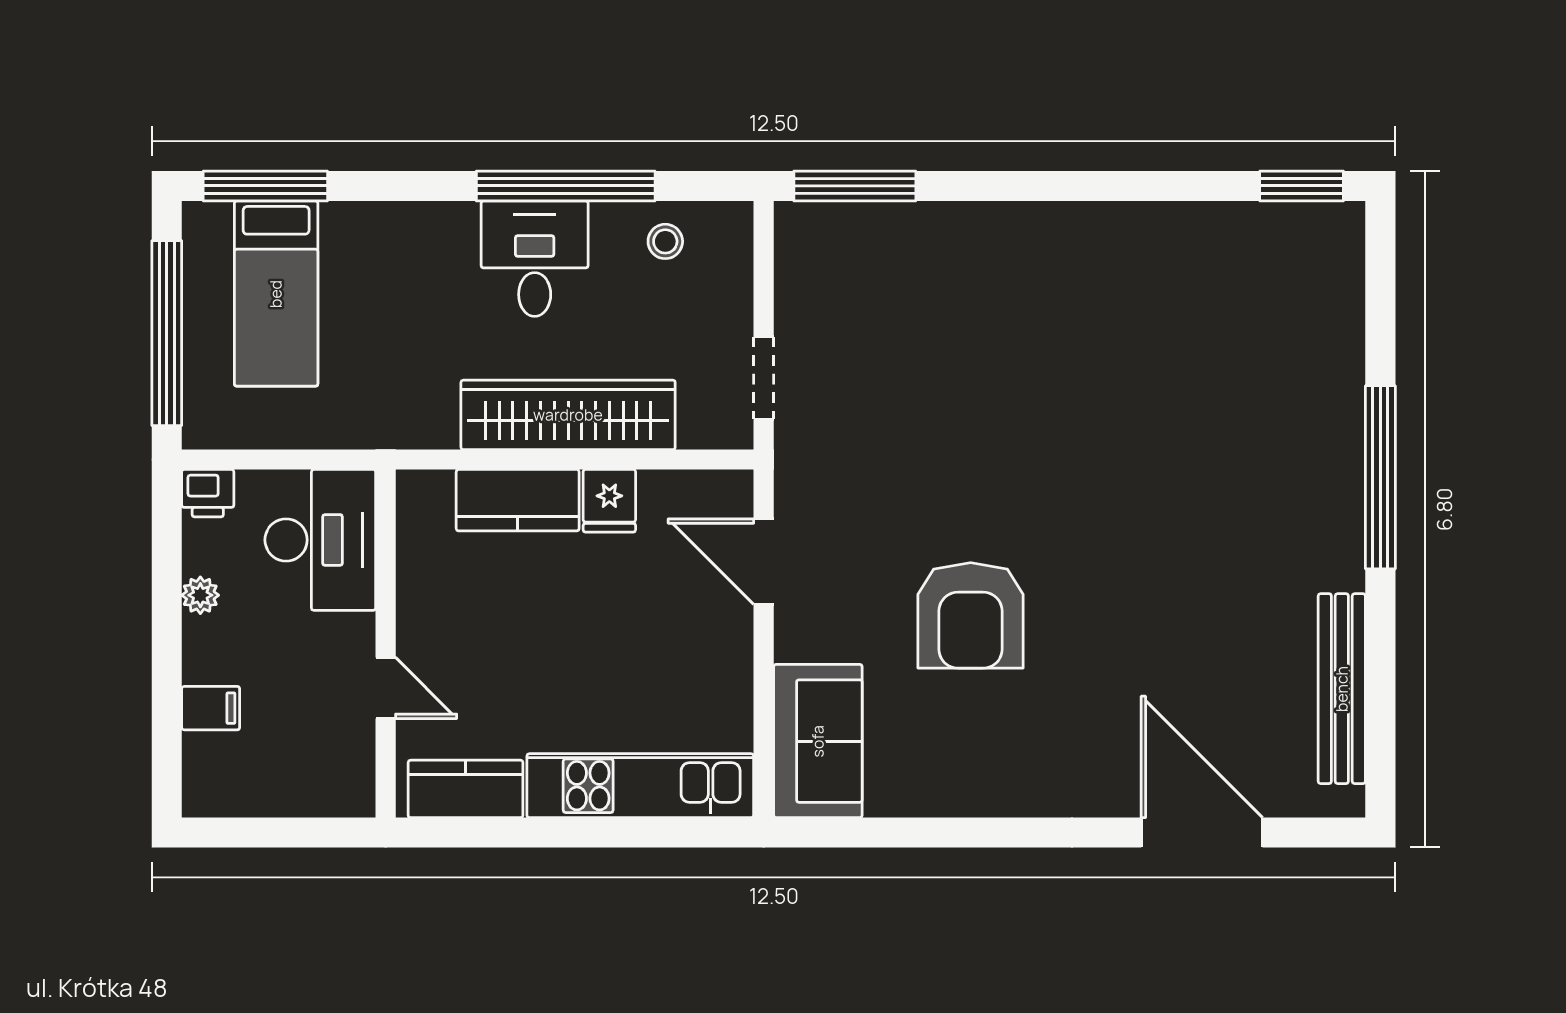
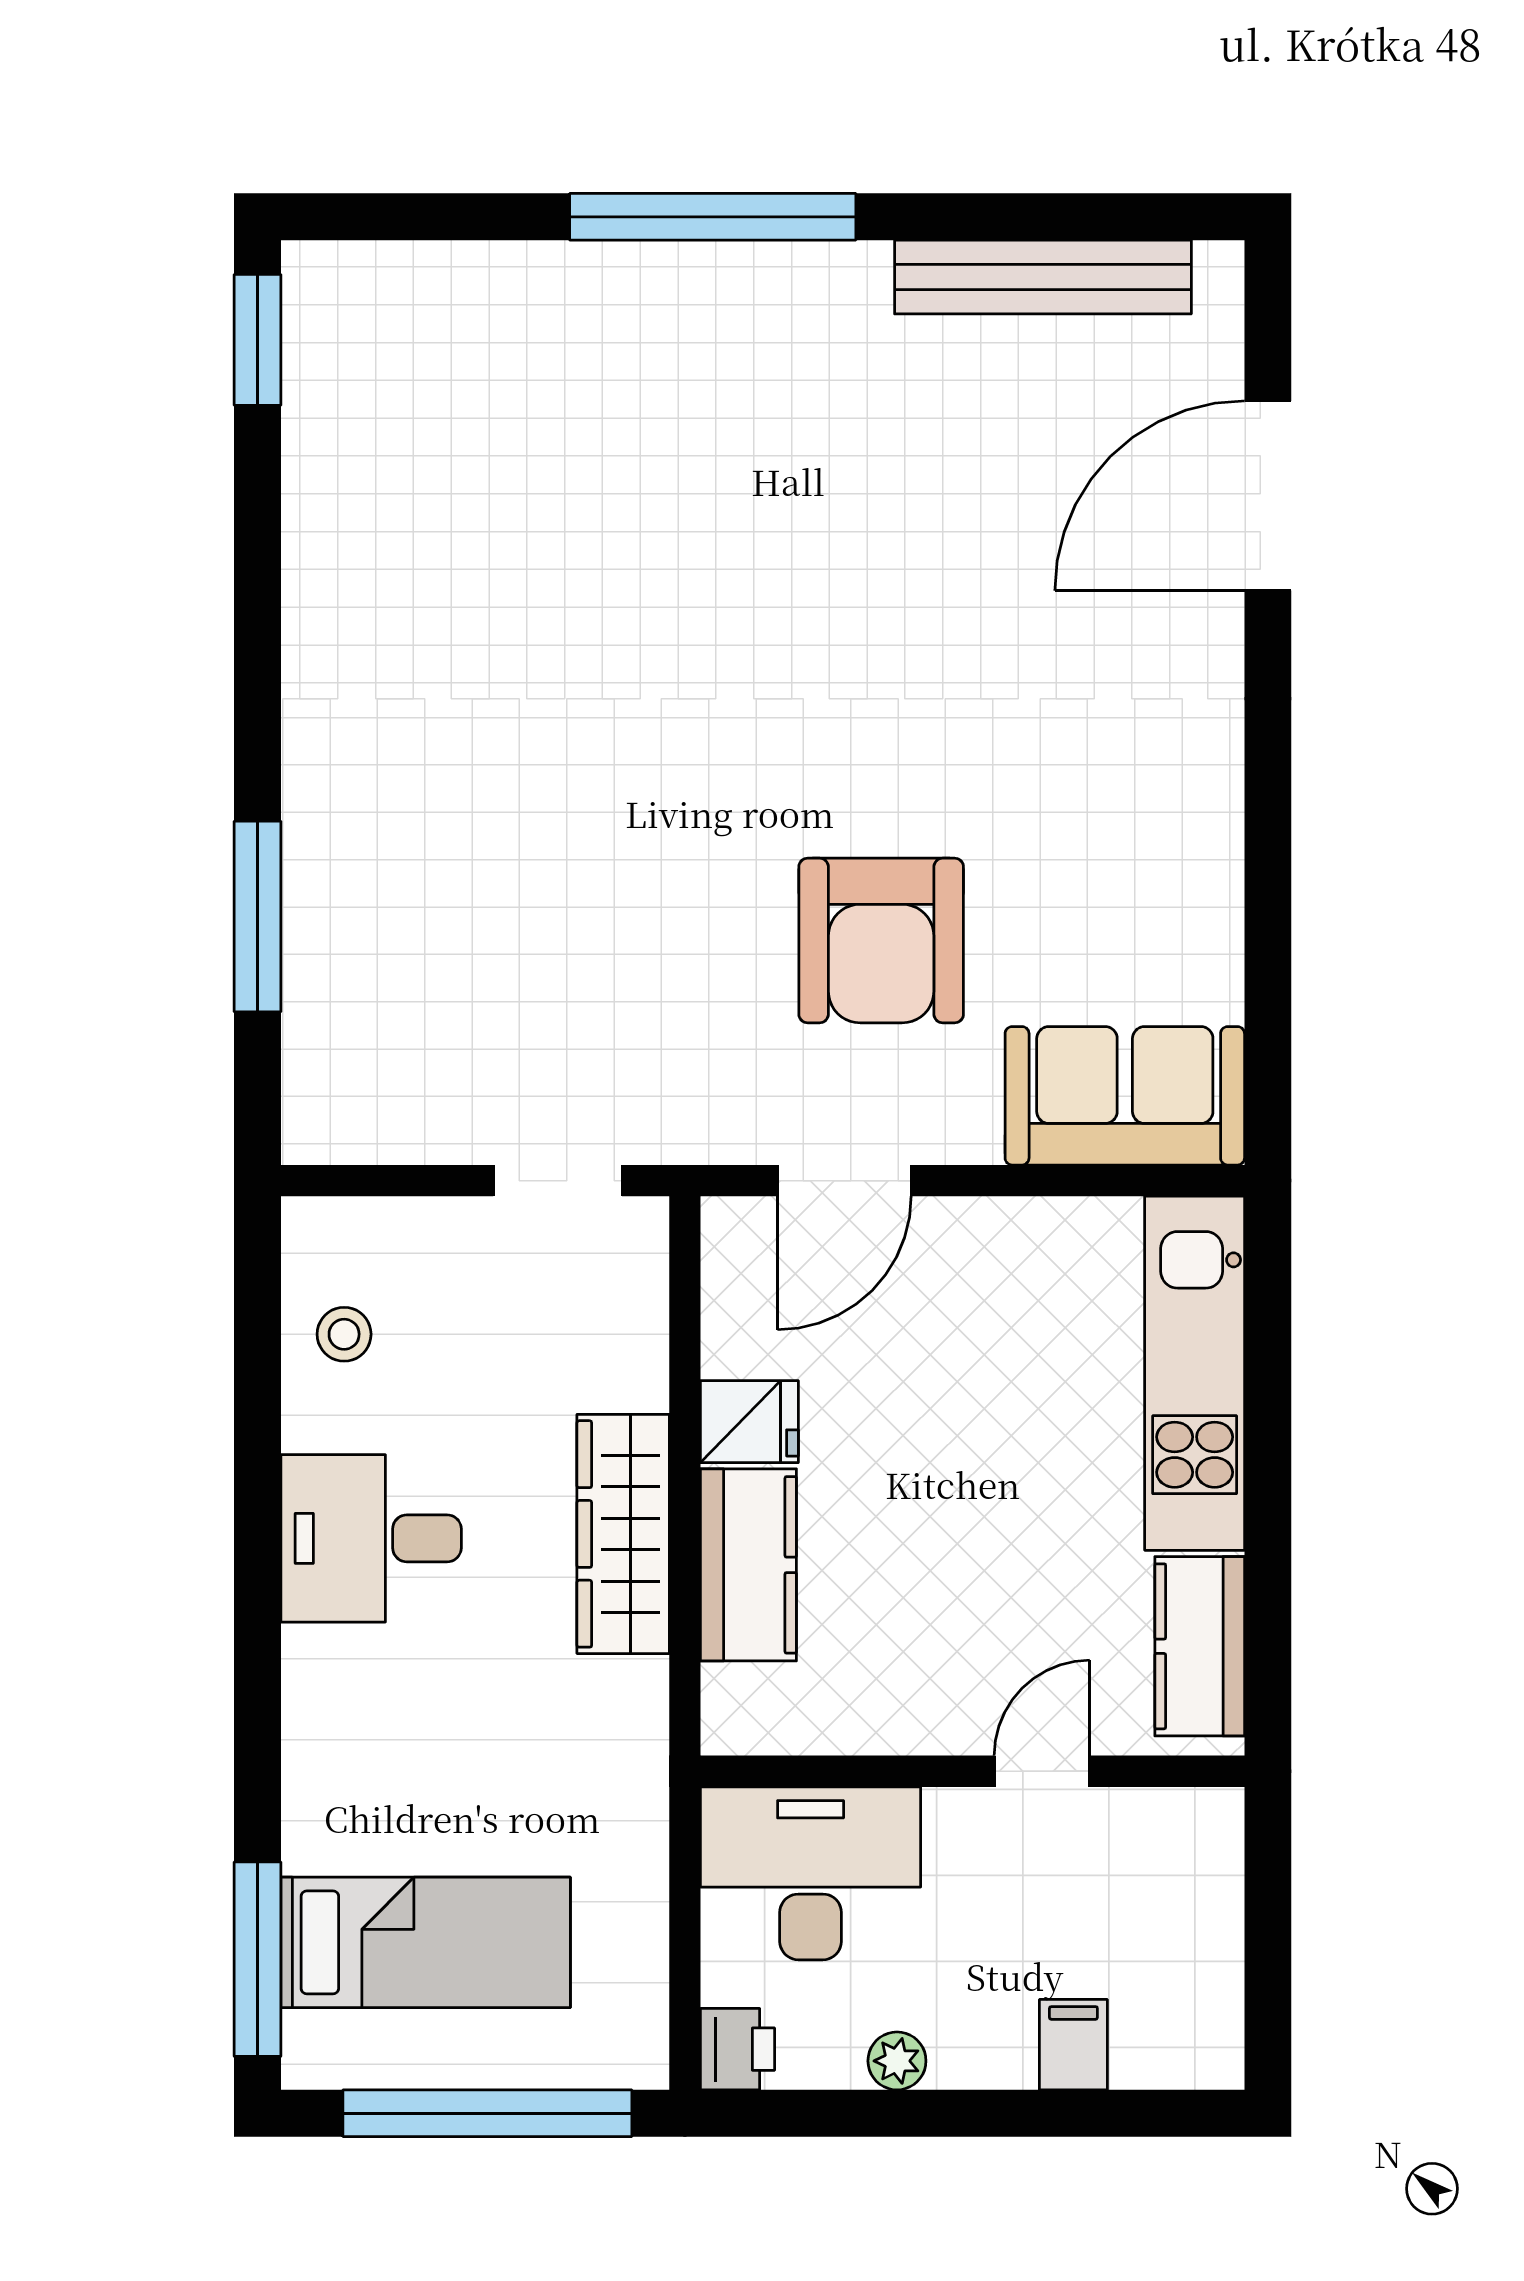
window: (566, 186) -> (257, 1490), removed
window: (855, 186) -> (257, 917), moved
wardrobe: (568, 415) -> (623, 1534), width x0.71, depth x0.85
armchair: (971, 615) -> (881, 941), moved, turned 90

